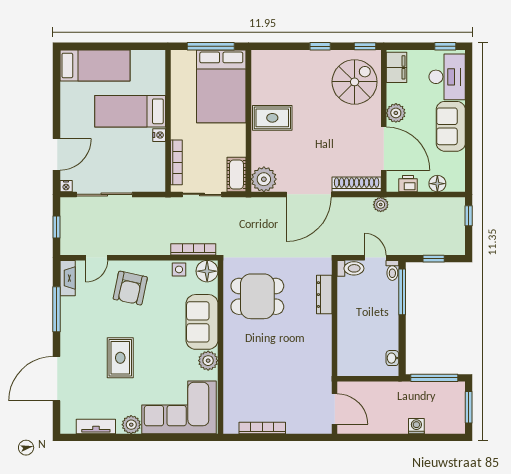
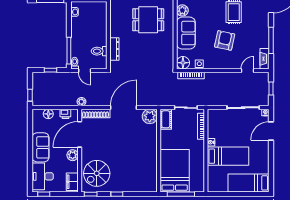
rug: (272, 118) -> (145, 152), removed
door: (384, 149) -> (80, 134), hinge flipped
toilet: (350, 268) -> (99, 51), moved
armchair: (130, 288) -> (225, 40), moved
dining table: (257, 296) -> (148, 20), moved

